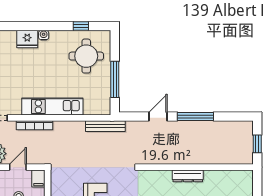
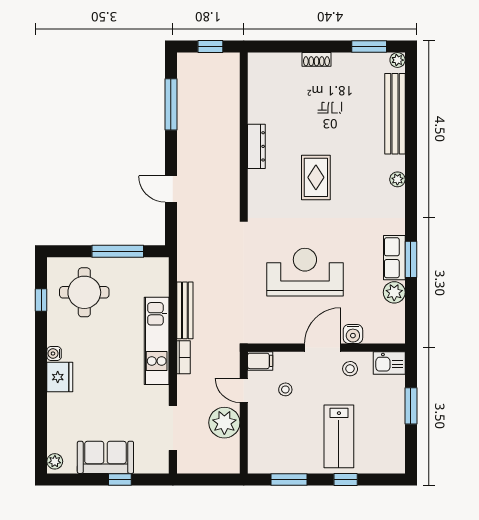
window: (195, 116) -> (171, 104), moved
bookcase: (35, 125) -> (183, 357), width x0.64
bench: (105, 126) -> (185, 310), moved

